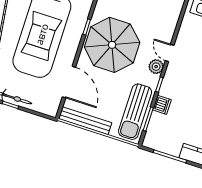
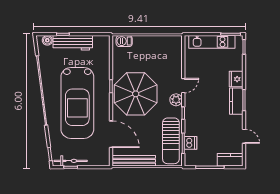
door: (170, 53) -> (183, 86), swing flipped
dishwasher: (162, 105) -> (190, 143), moved

